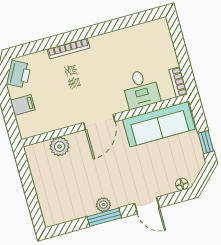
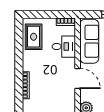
rug: (143, 40) -> (34, 37), added

